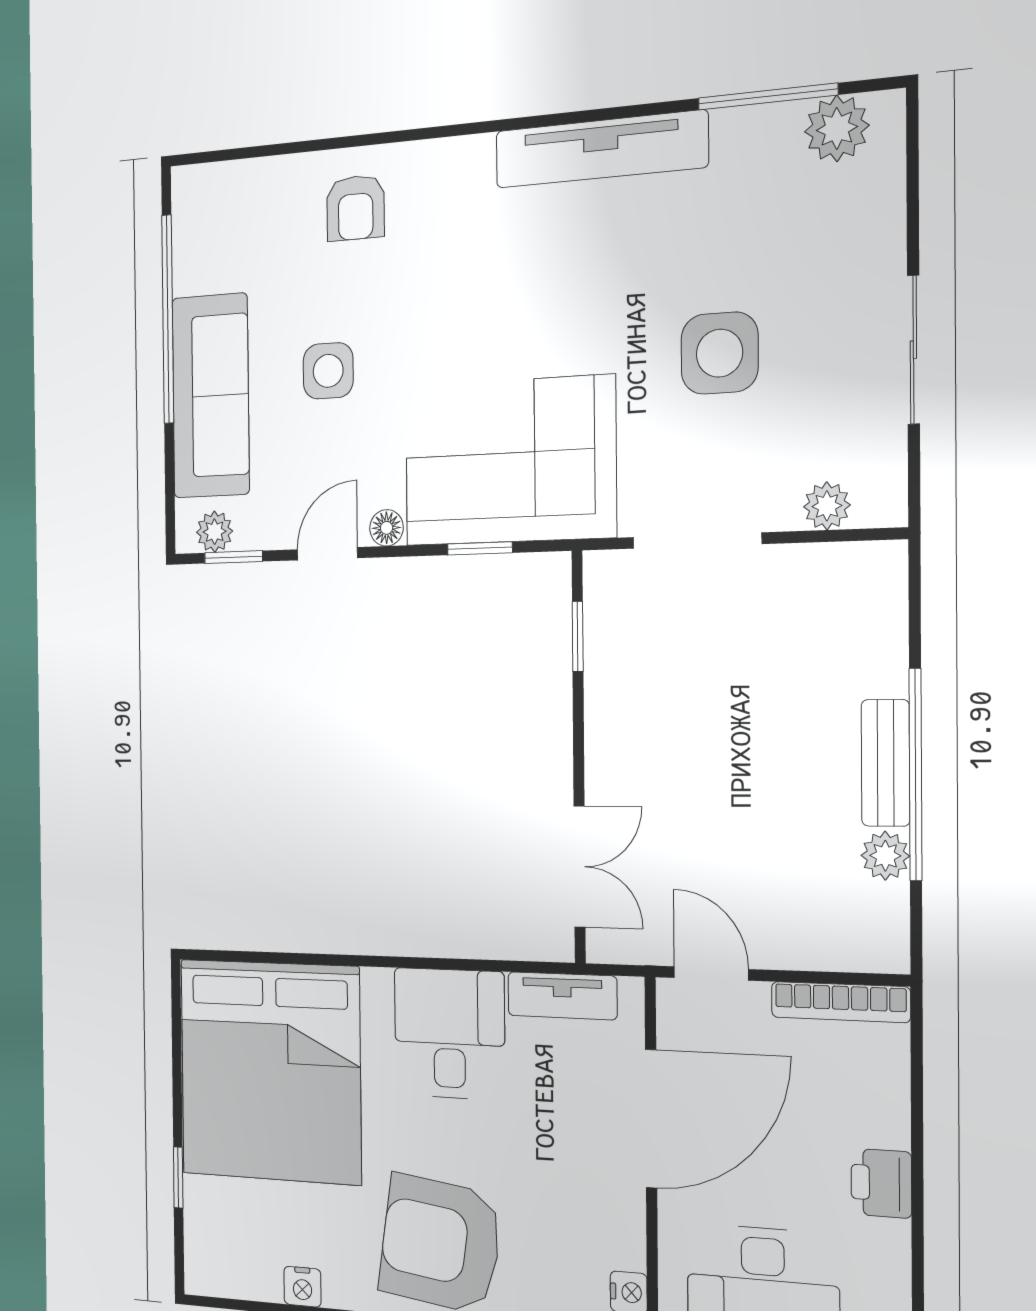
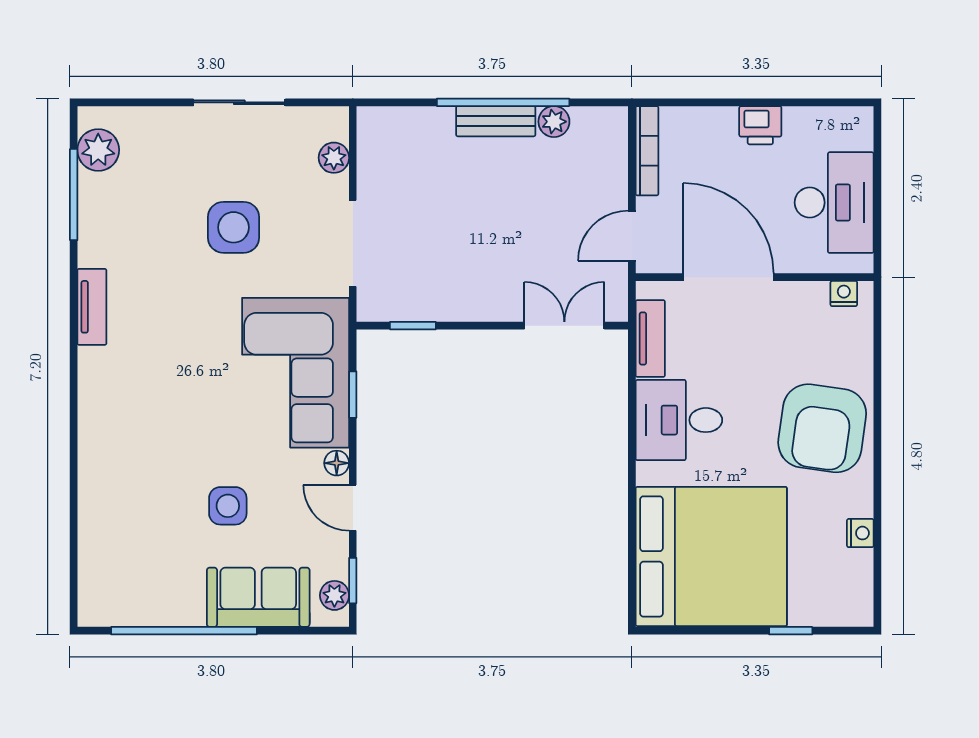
tv unit: (601, 149) -> (92, 307), width x0.52, depth x0.78
armchair: (356, 208) -> (119, 484), removed
sofa: (211, 396) -> (258, 597), width x0.73

